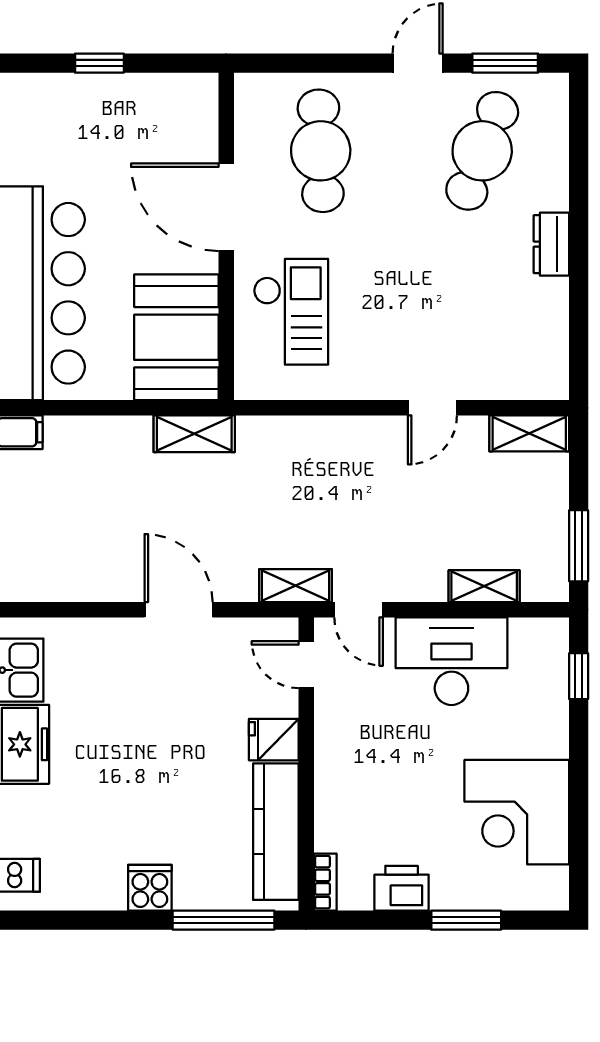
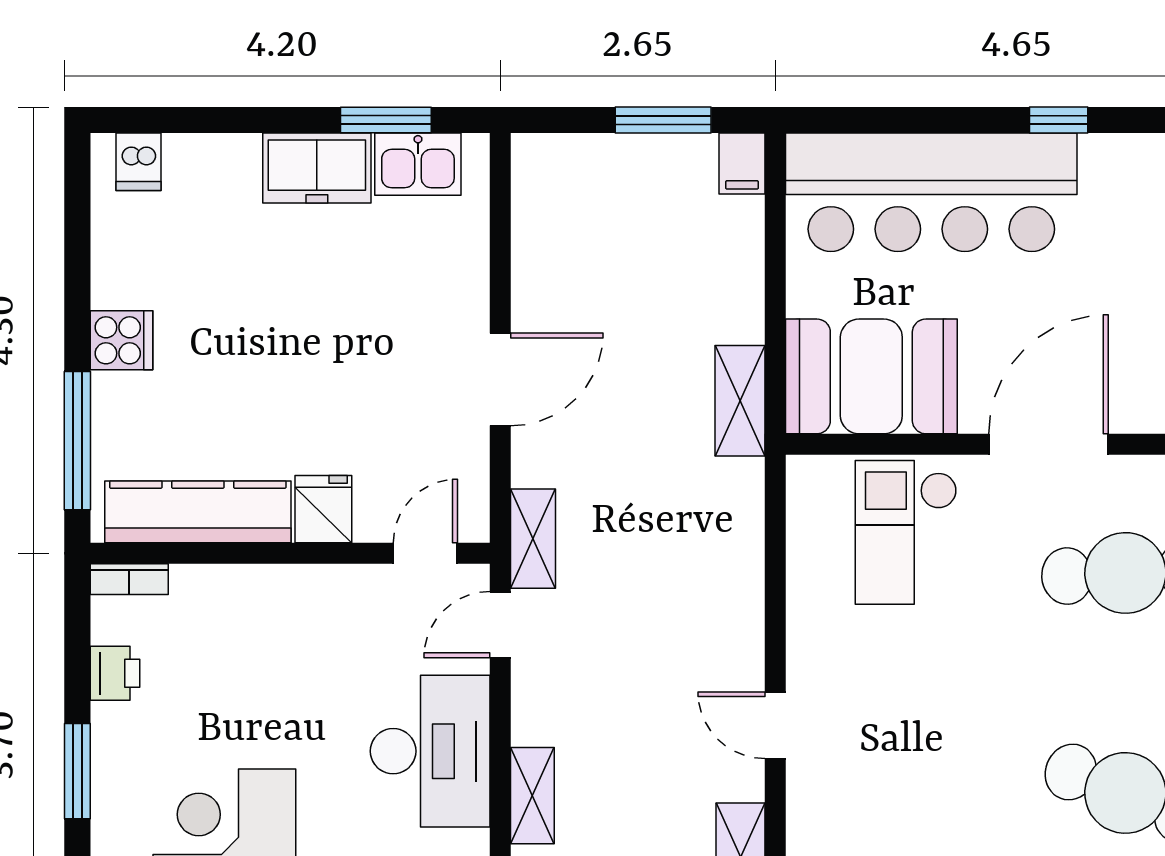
checkout: (291, 312) -> (906, 532), turned 90
printer: (402, 888) -> (115, 673), width x0.73, depth x0.81

